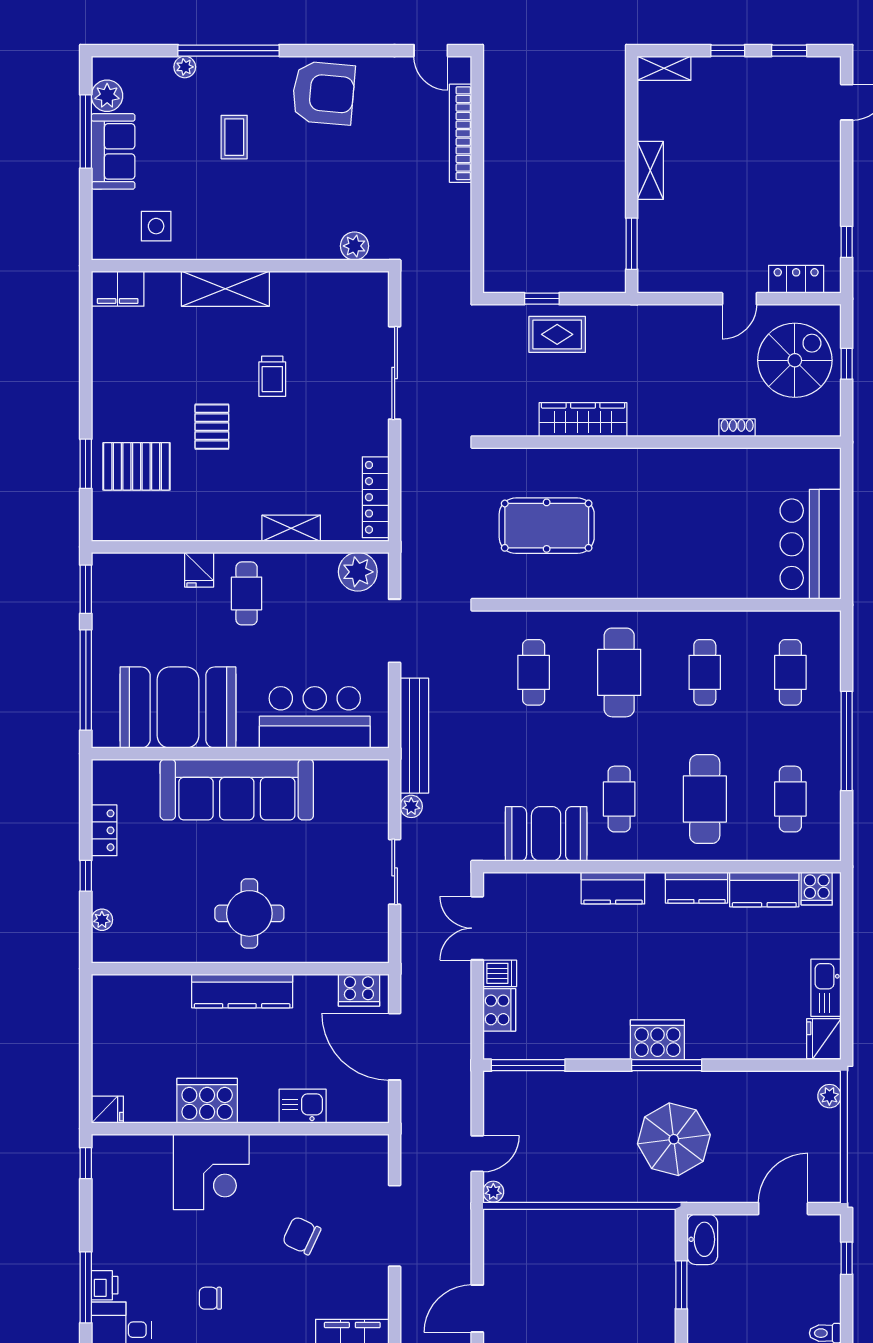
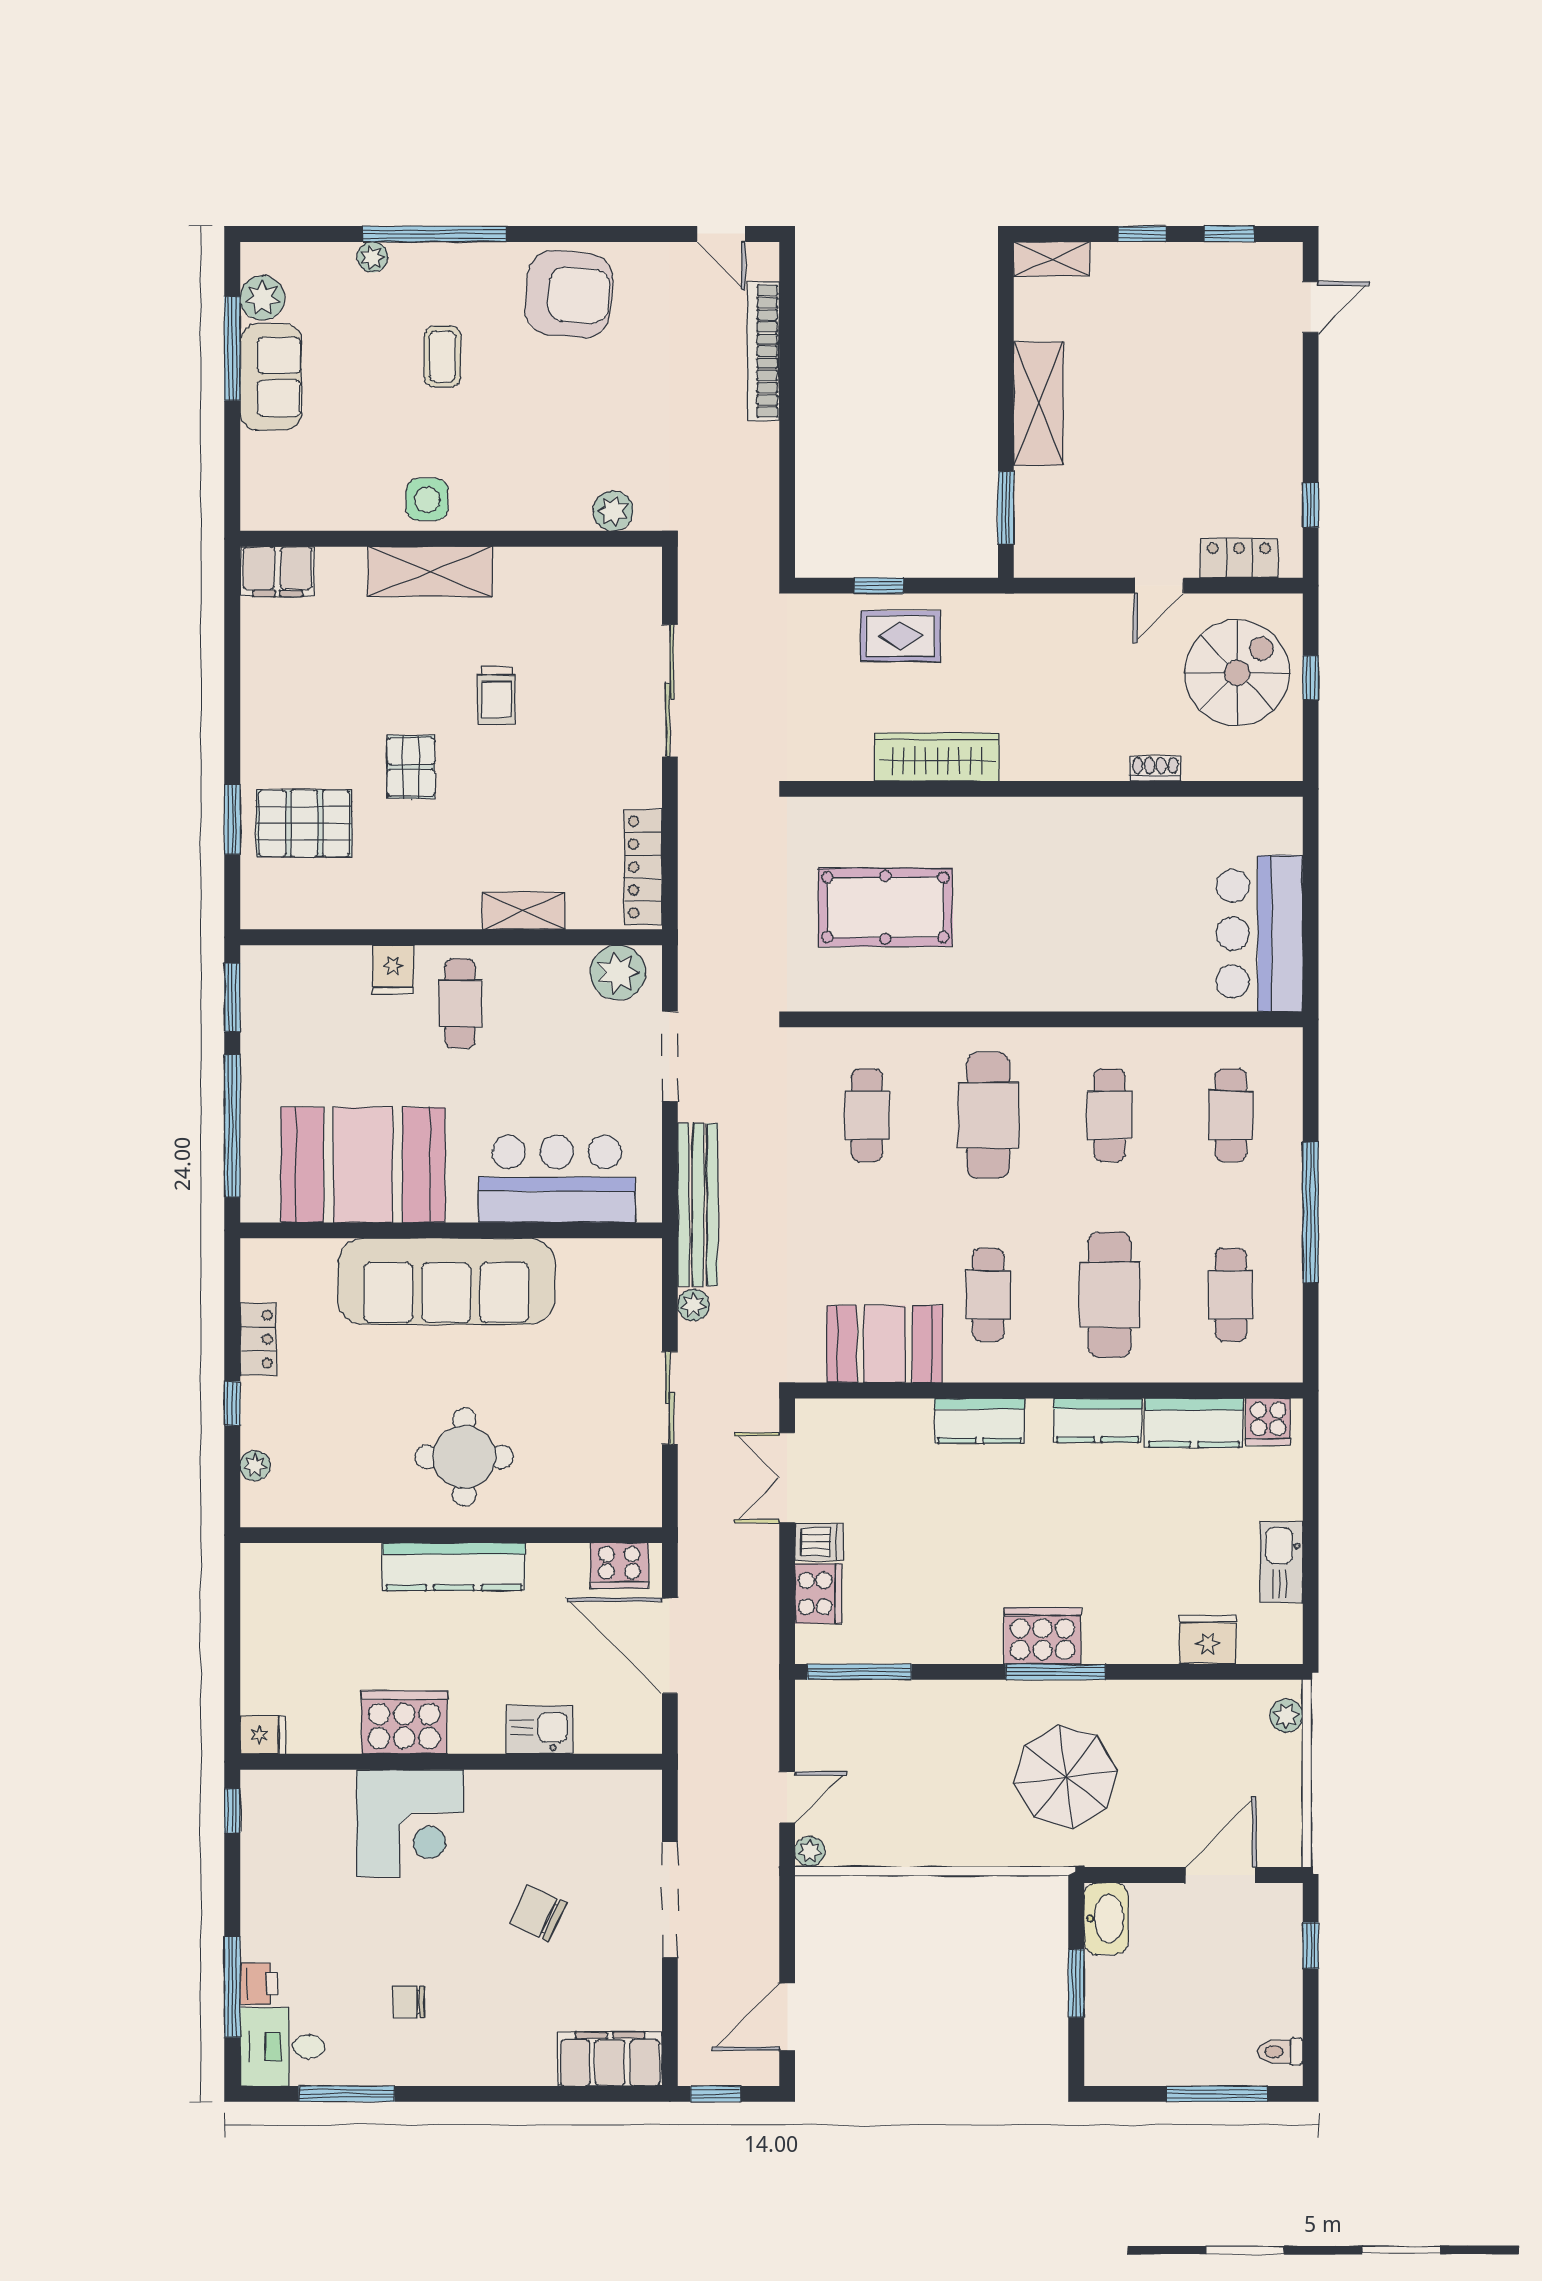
shelving: (650, 170) -> (1038, 404), width x1.50, depth x1.33
side table: (156, 226) -> (427, 499), moved
fridge: (824, 1039) -> (1208, 1640), moved, turned 90

